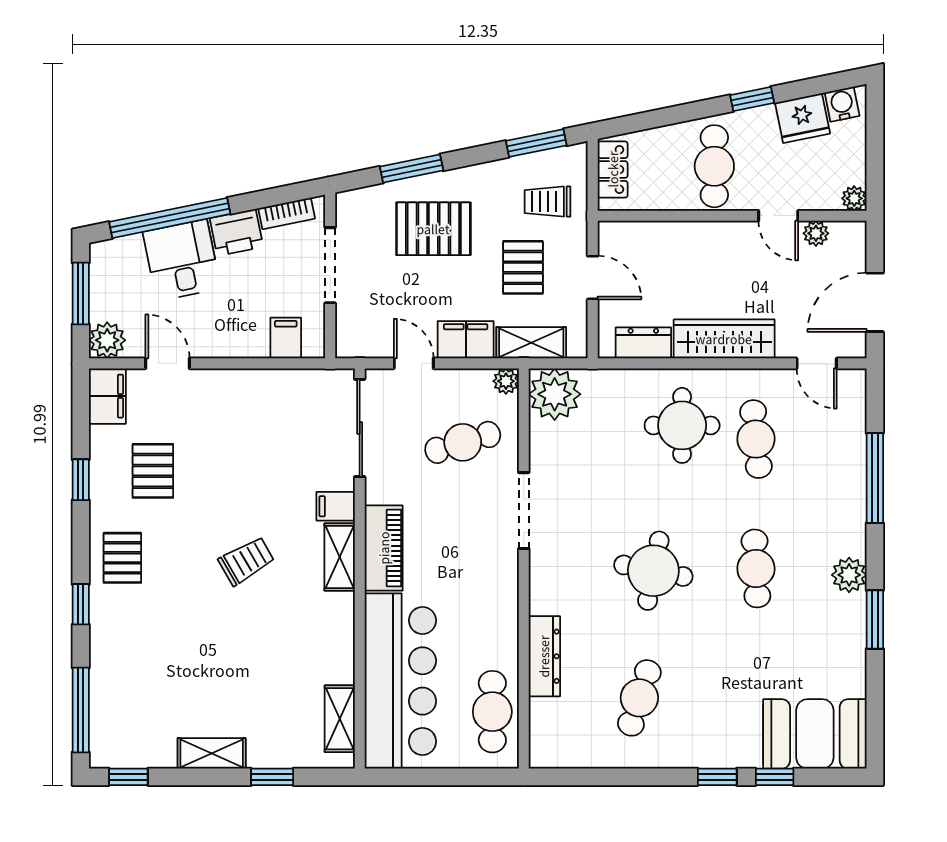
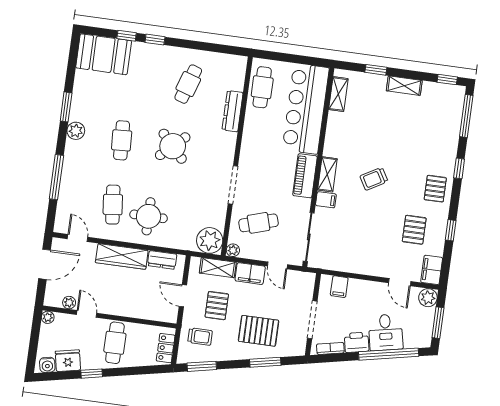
round table: (653, 571) -> (173, 146), turned 36

